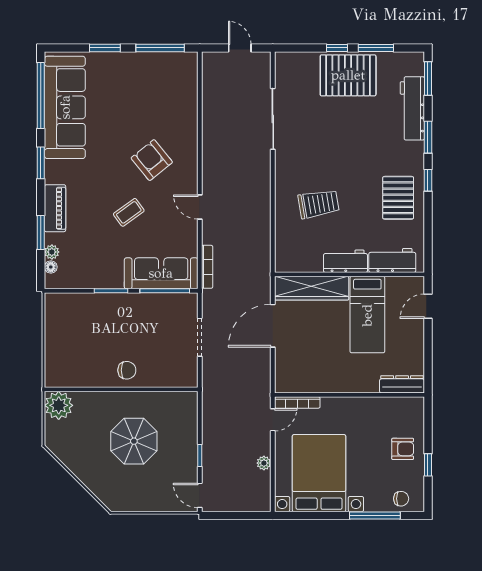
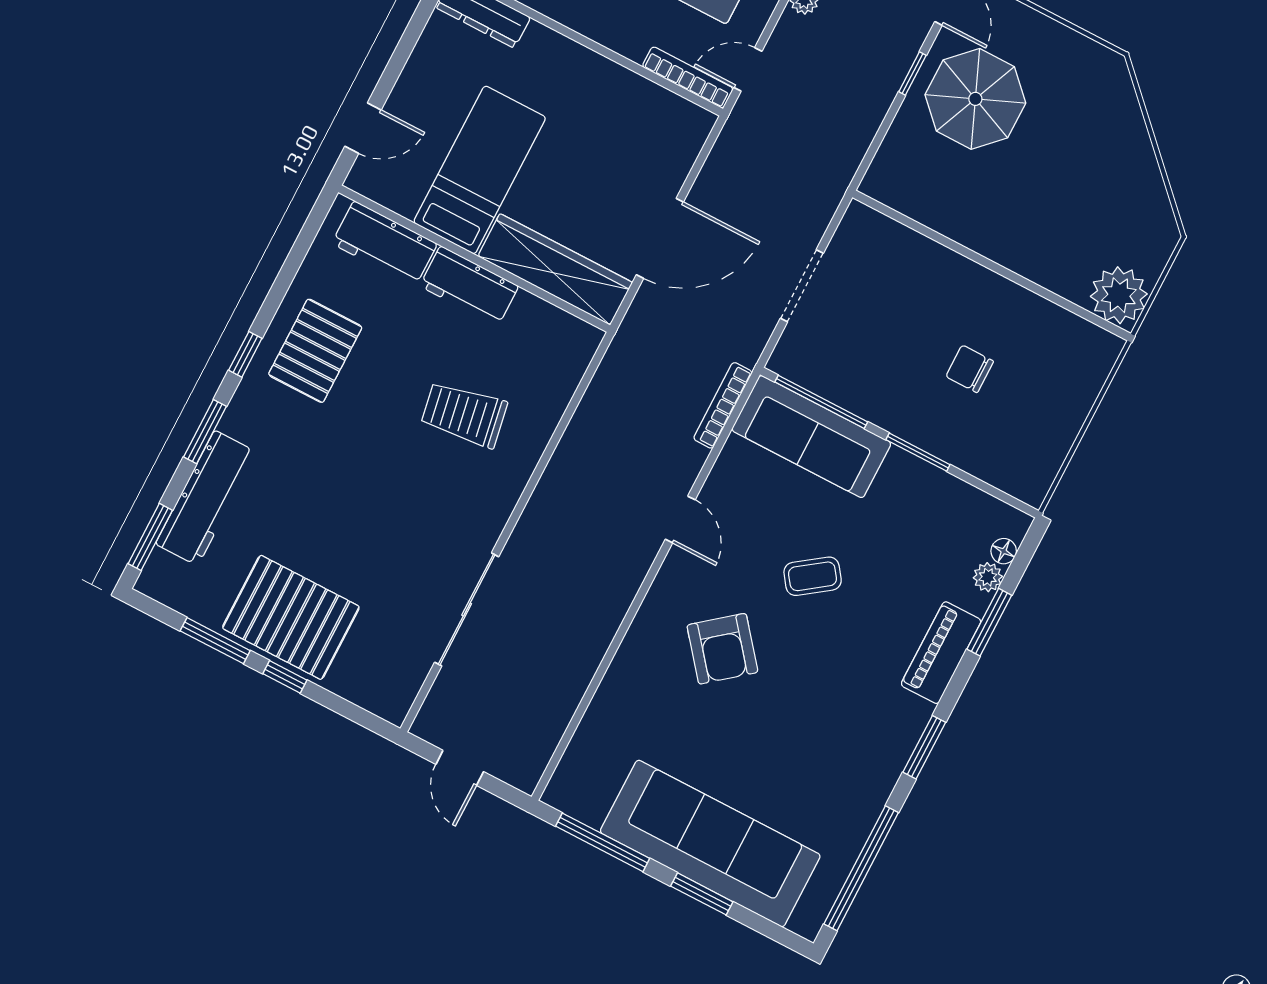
sofa: (65, 107) -> (710, 844), moved, turned 90
chair: (127, 370) -> (970, 369), moved
parasol: (134, 441) -> (975, 99), moved

